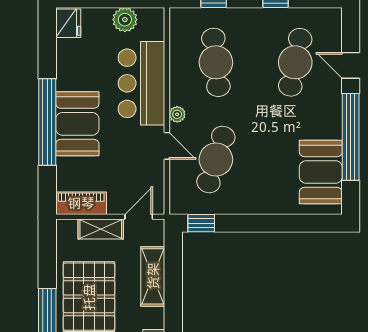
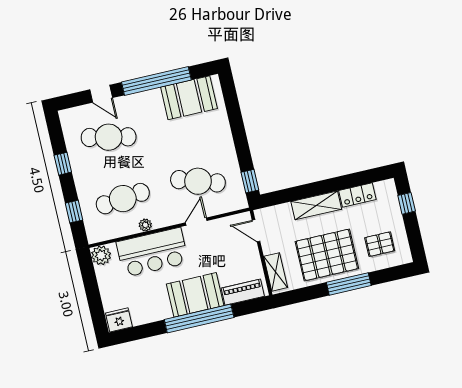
plant: (125, 20) -> (101, 255), moved
door: (351, 65) -> (101, 94), hinge flipped
plant: (177, 114) -> (145, 225), moved
piano: (81, 203) -> (243, 292), moved, turned 90
shelving: (101, 229) -> (276, 272), moved
shelving: (153, 276) -> (316, 205), moved

